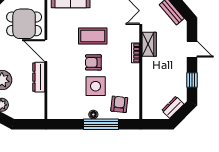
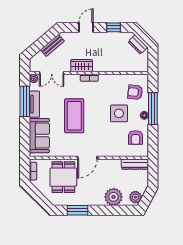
coffee table: (93, 36) -> (74, 116), width x1.36, depth x1.32
armchair: (93, 62) -> (136, 138), moved
dresser: (39, 77) -> (135, 164), moved

